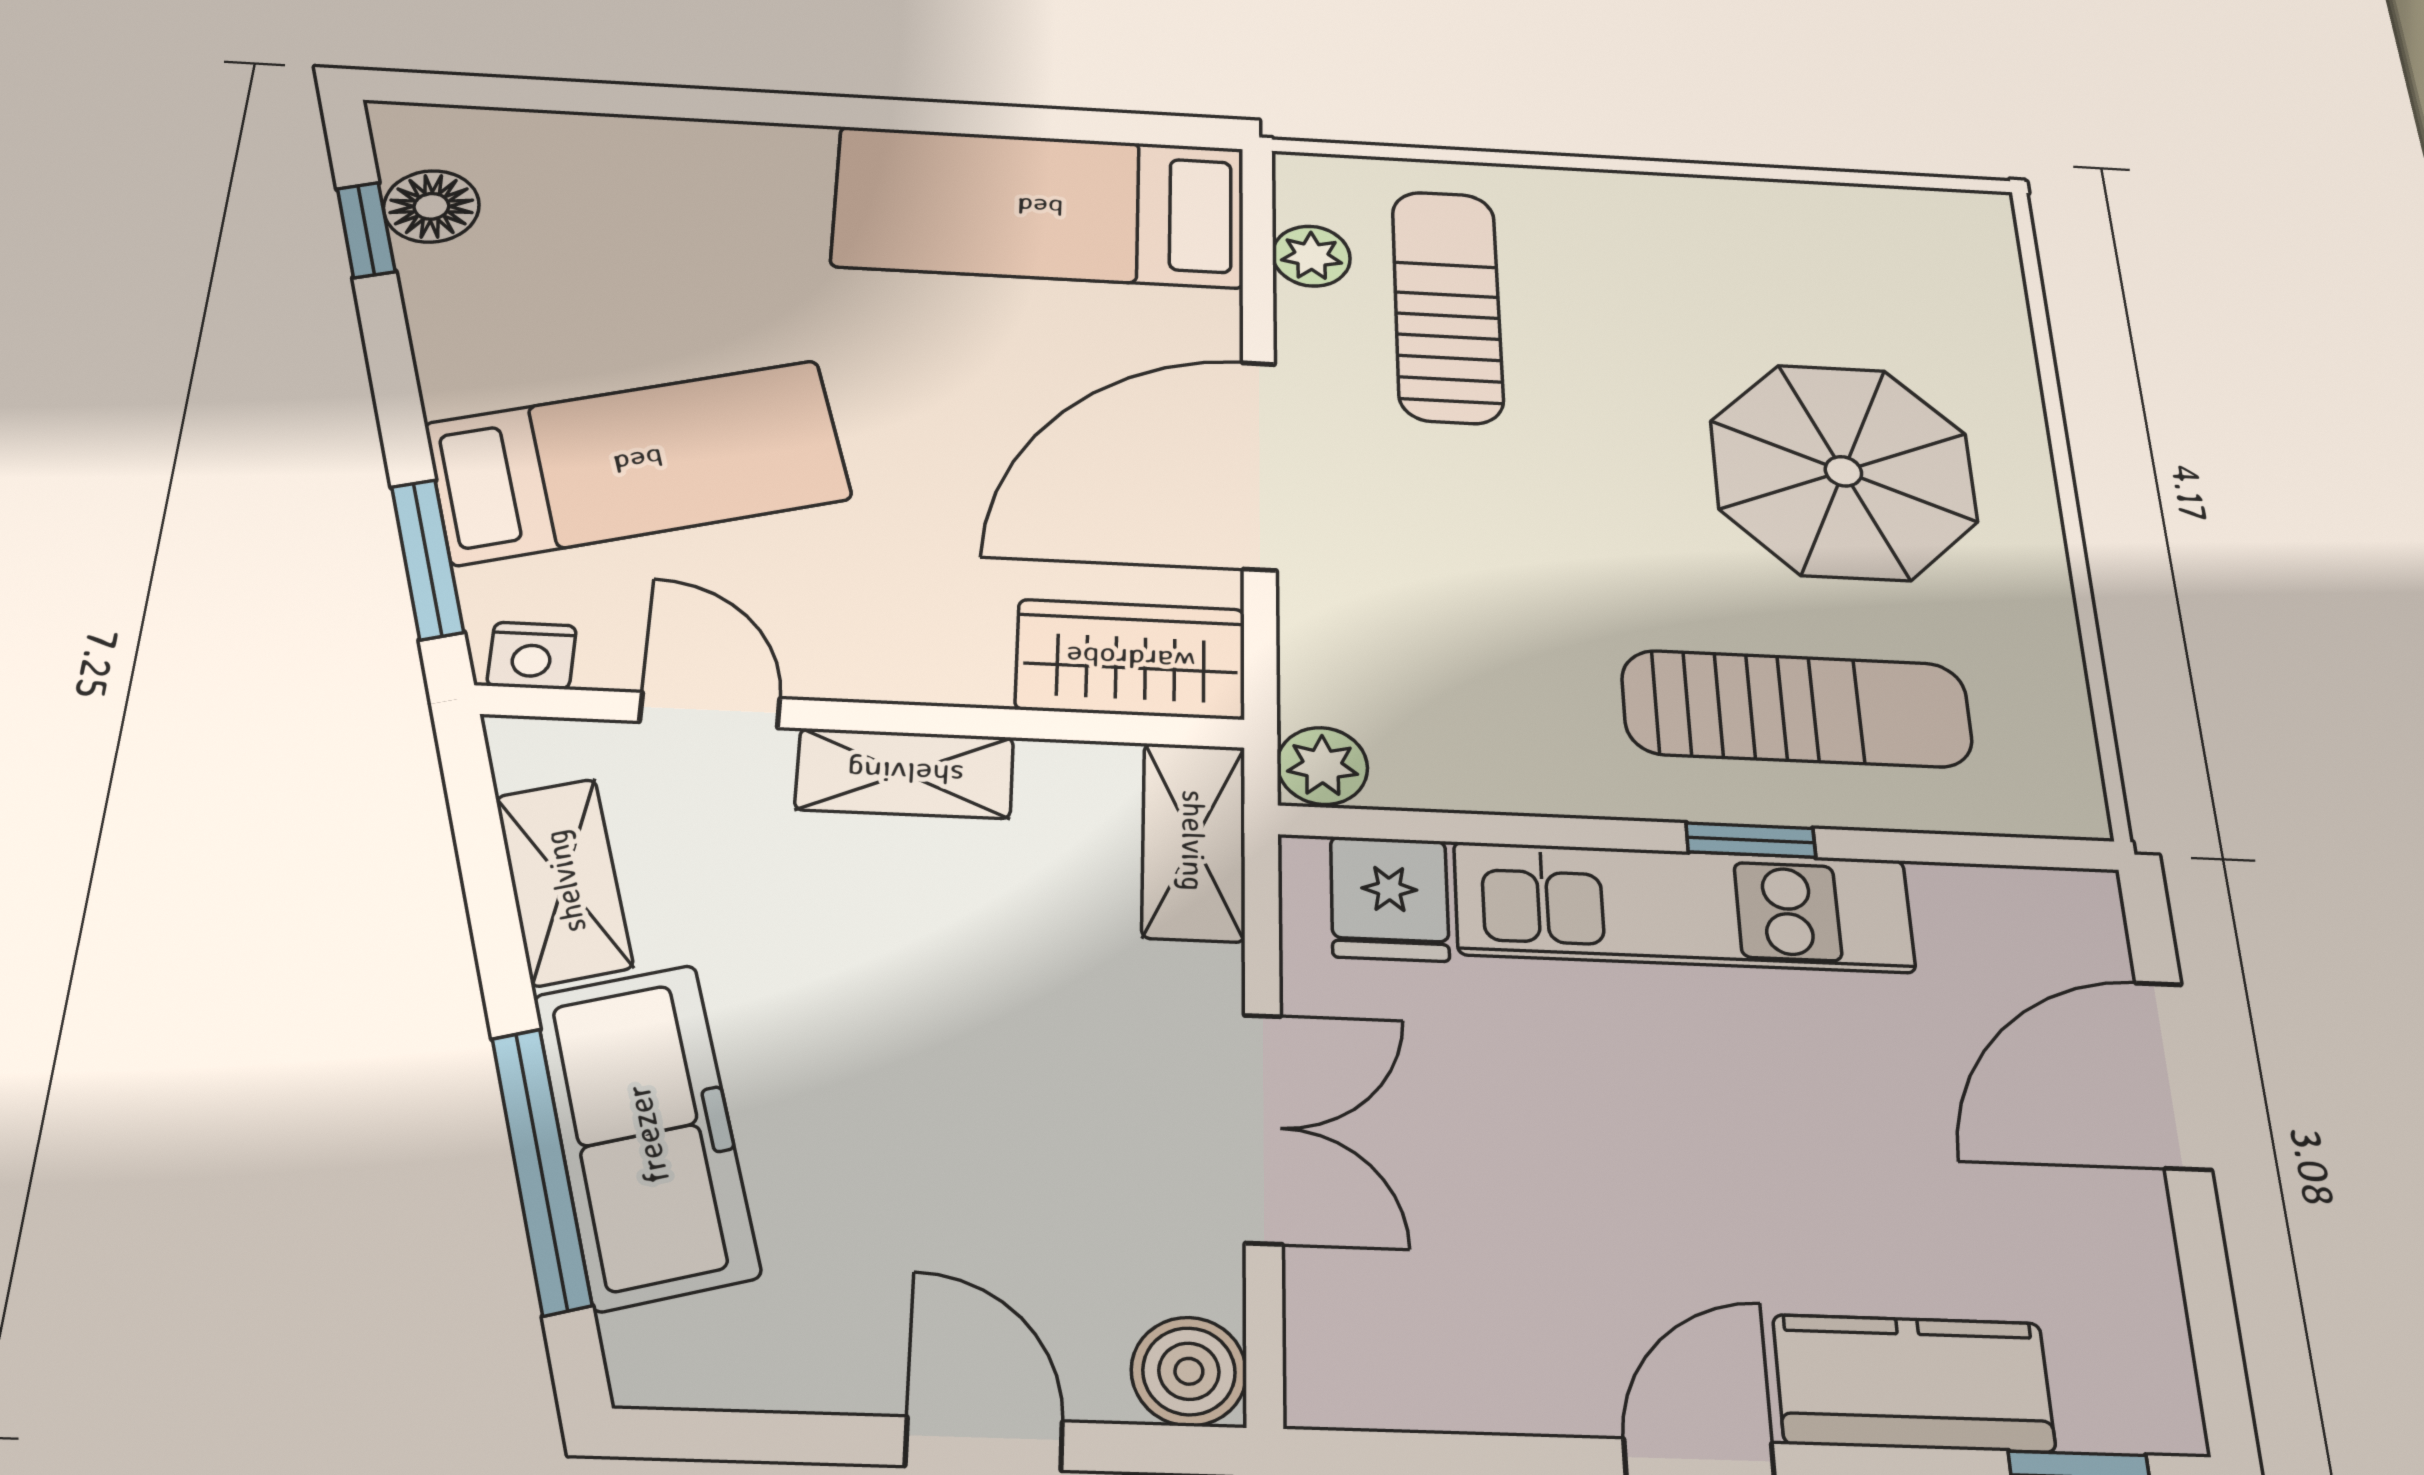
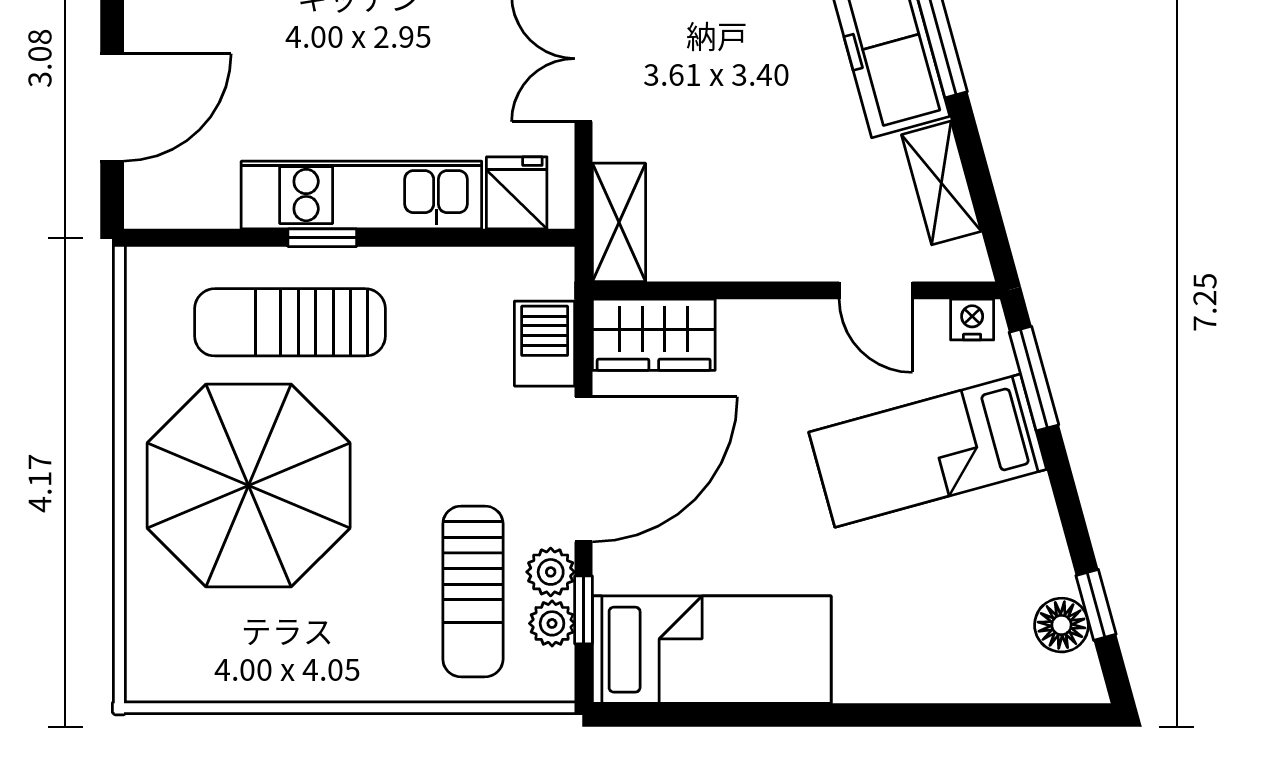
window: (1258, 271) -> (584, 610), added
parasol: (1843, 471) -> (249, 486), width x1.36, depth x1.36
barbecue: (1332, 655) -> (545, 344), added
plant: (1322, 766) -> (551, 572), moved
shelving: (905, 773) -> (771, 256), removed

